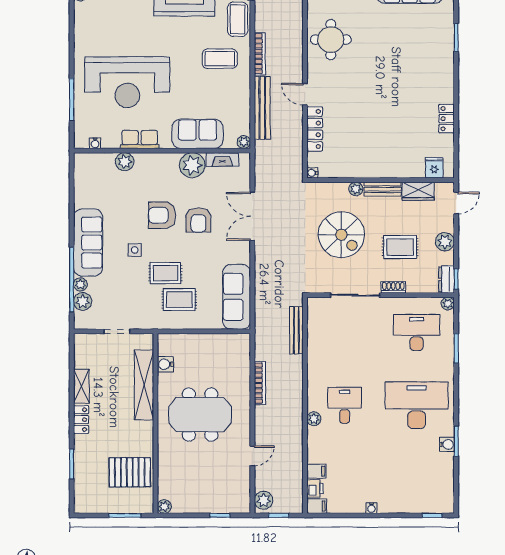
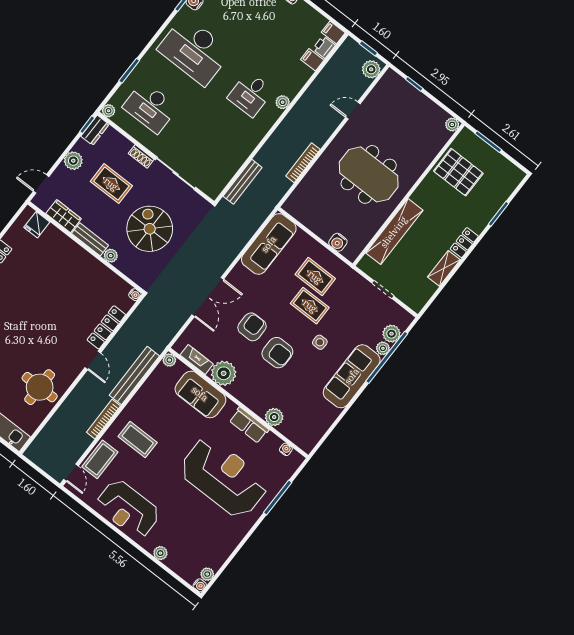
water cooler: (165, 364) -> (338, 242), moved, turned 90

